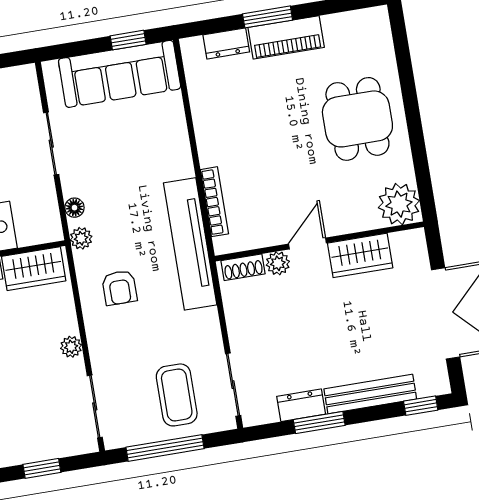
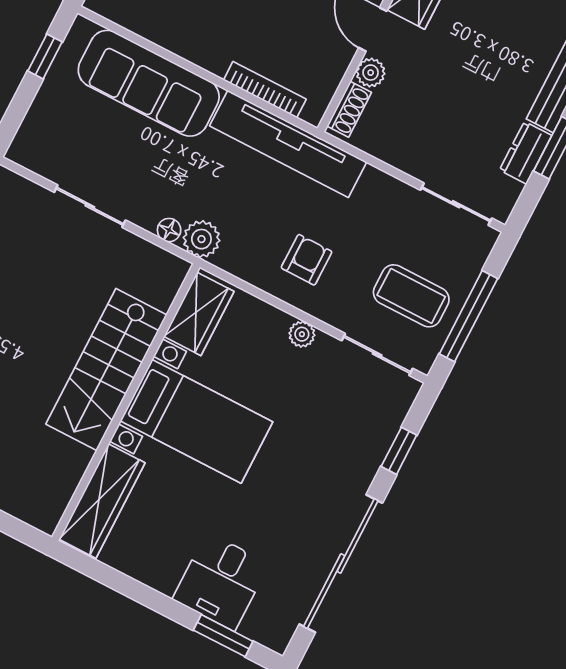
sofa: (120, 74) -> (149, 83), moved, turned 90
plant: (81, 238) -> (201, 239), width x1.38, depth x1.38
armchair: (119, 288) -> (307, 260), moved, turned -90
coffee table: (177, 395) -> (411, 296), moved

